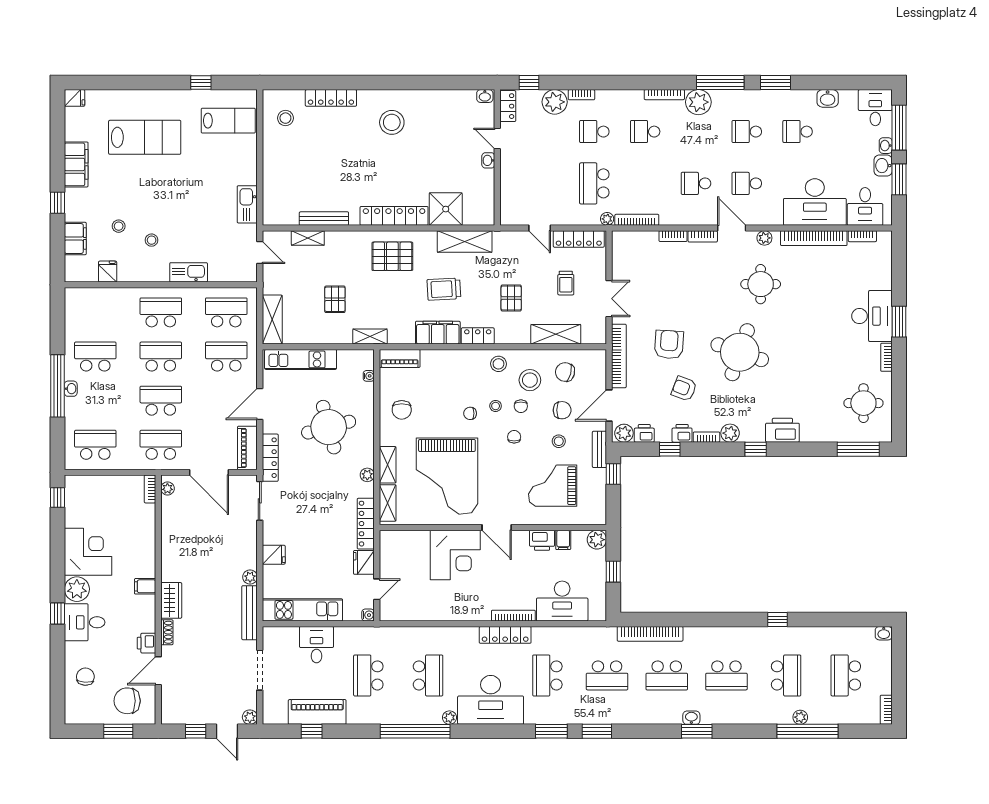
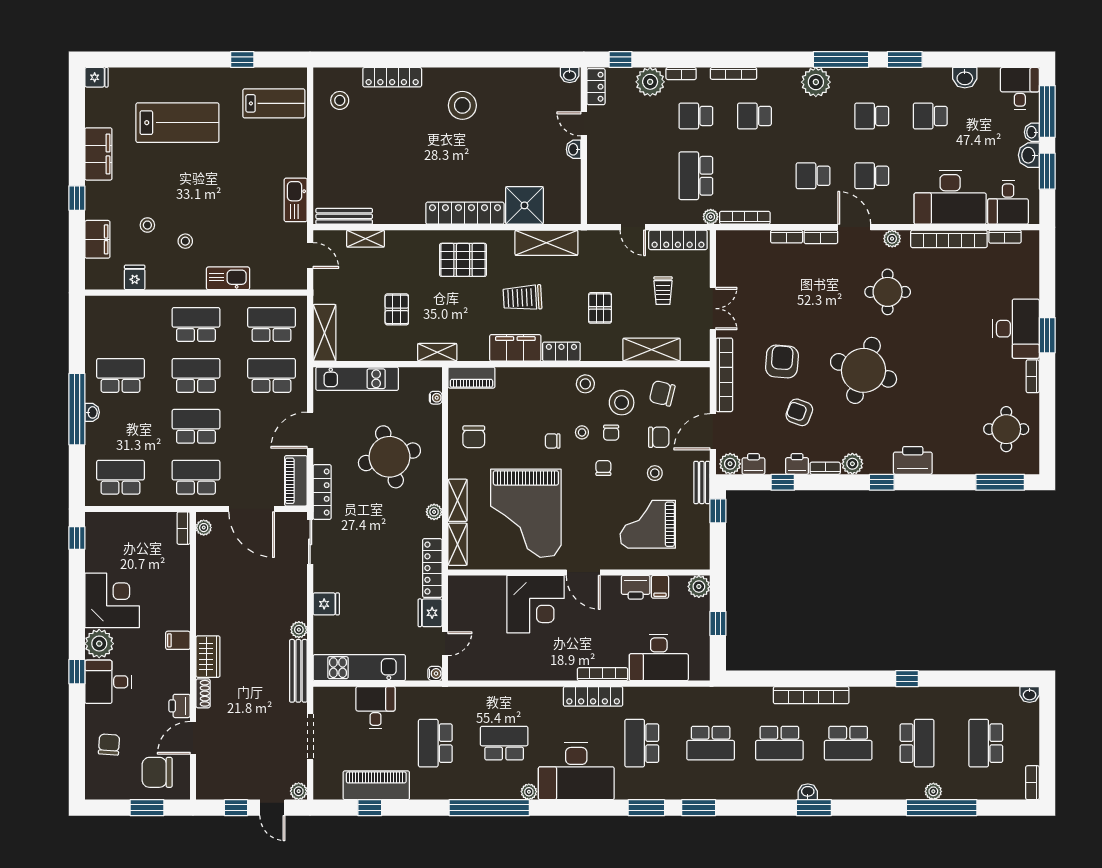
bookcase: (664, 95) -> (734, 73), moved
bench: (324, 219) -> (344, 216), moved
bookcase: (650, 634) -> (811, 695), moved
school desk: (428, 675) -> (504, 743), turned -90

